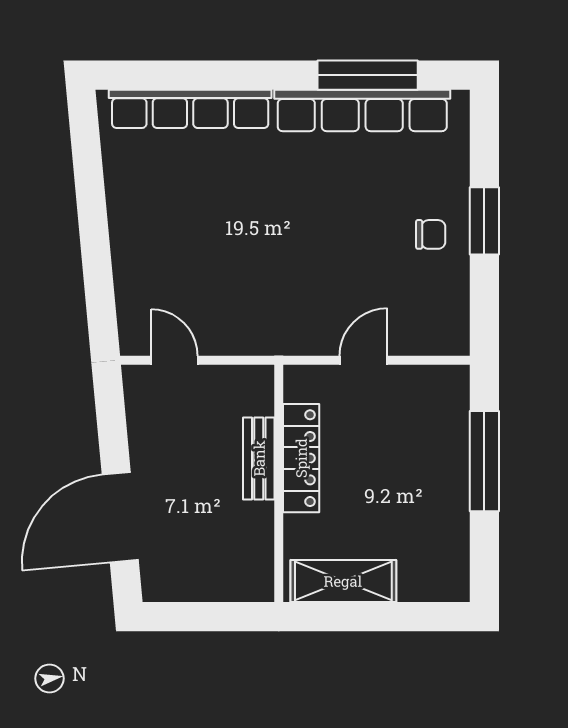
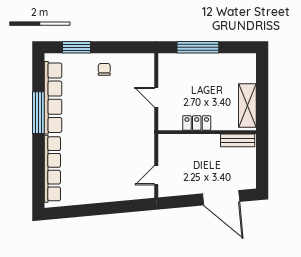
window: (368, 75) -> (38, 113), moved
window: (484, 221) -> (77, 47), moved
bench: (259, 458) -> (238, 140), moved
locker: (301, 458) -> (197, 123), width x0.66

